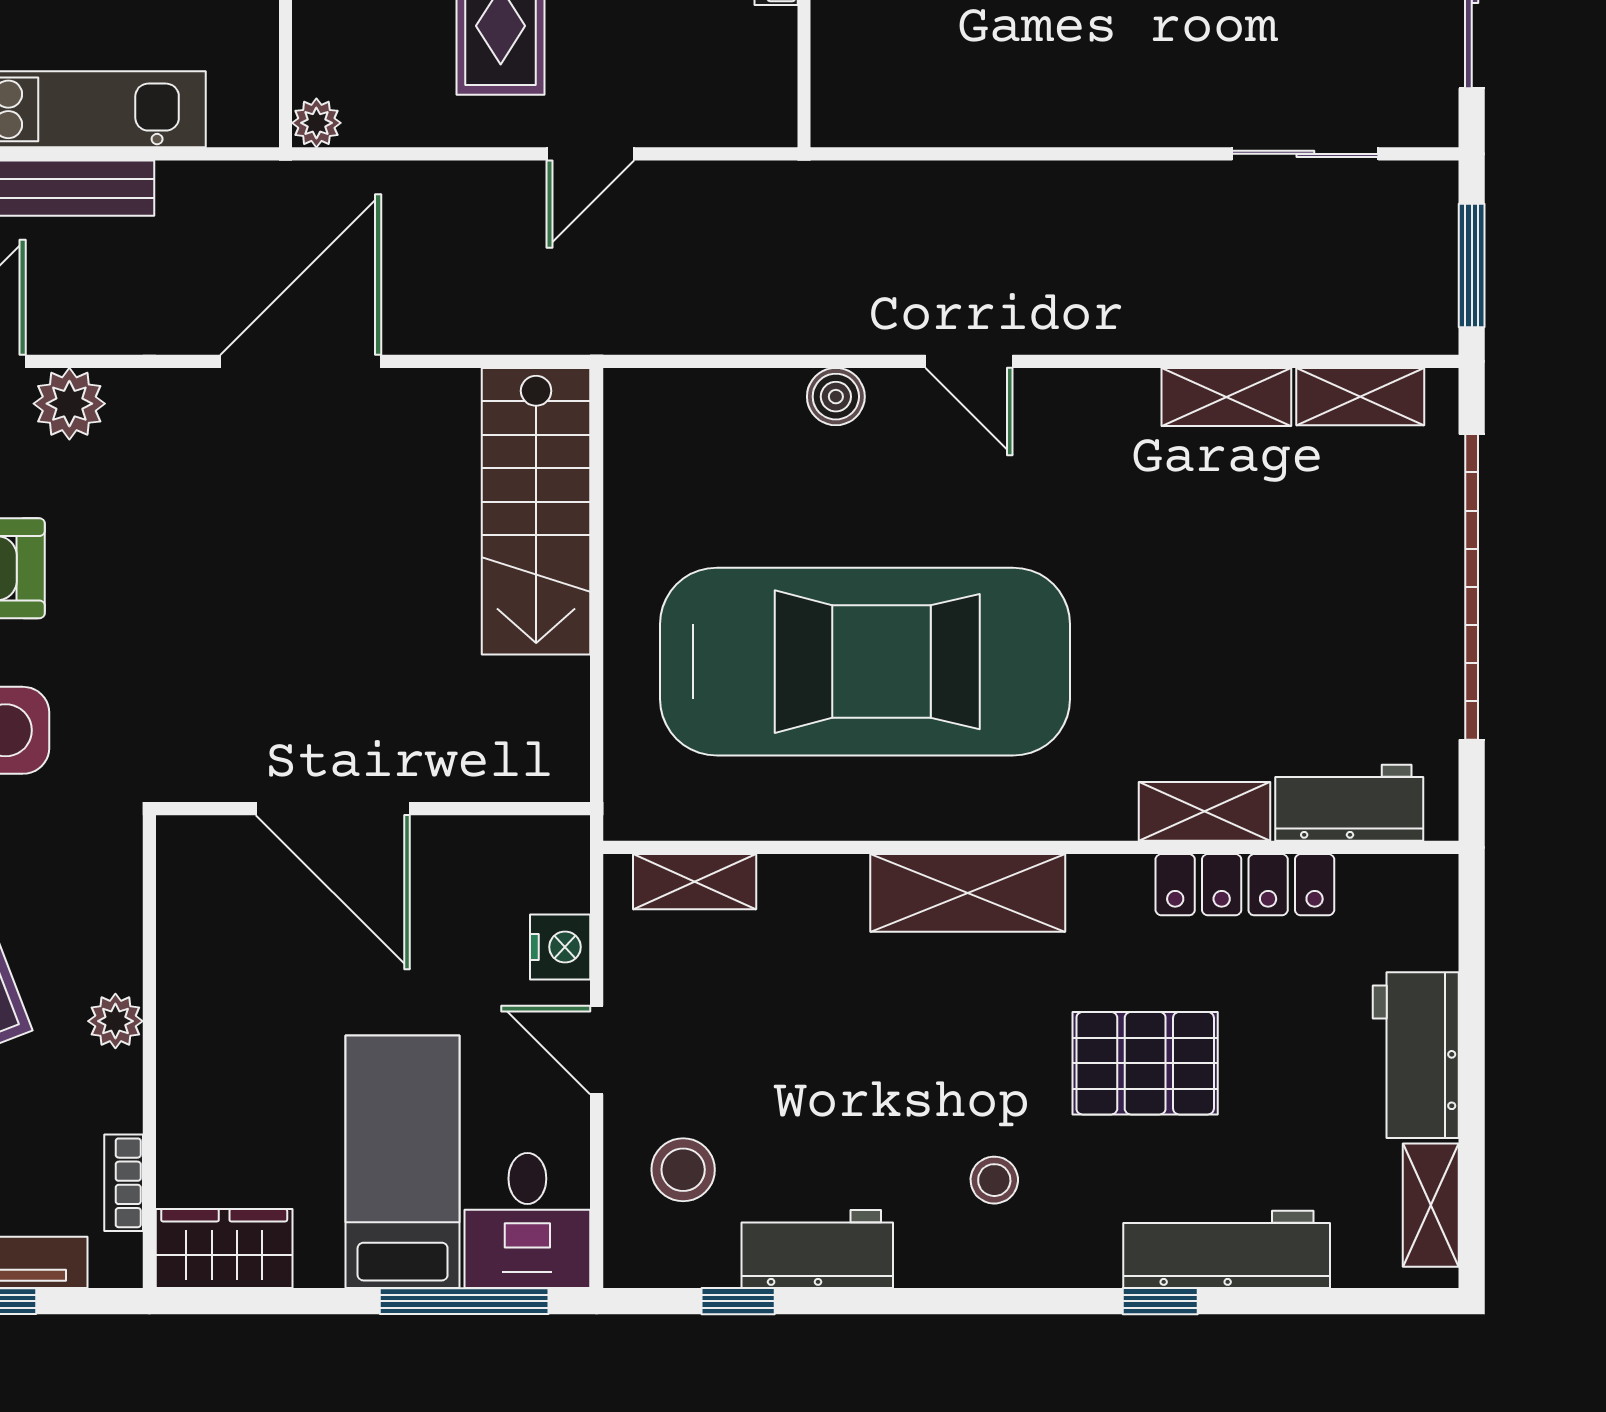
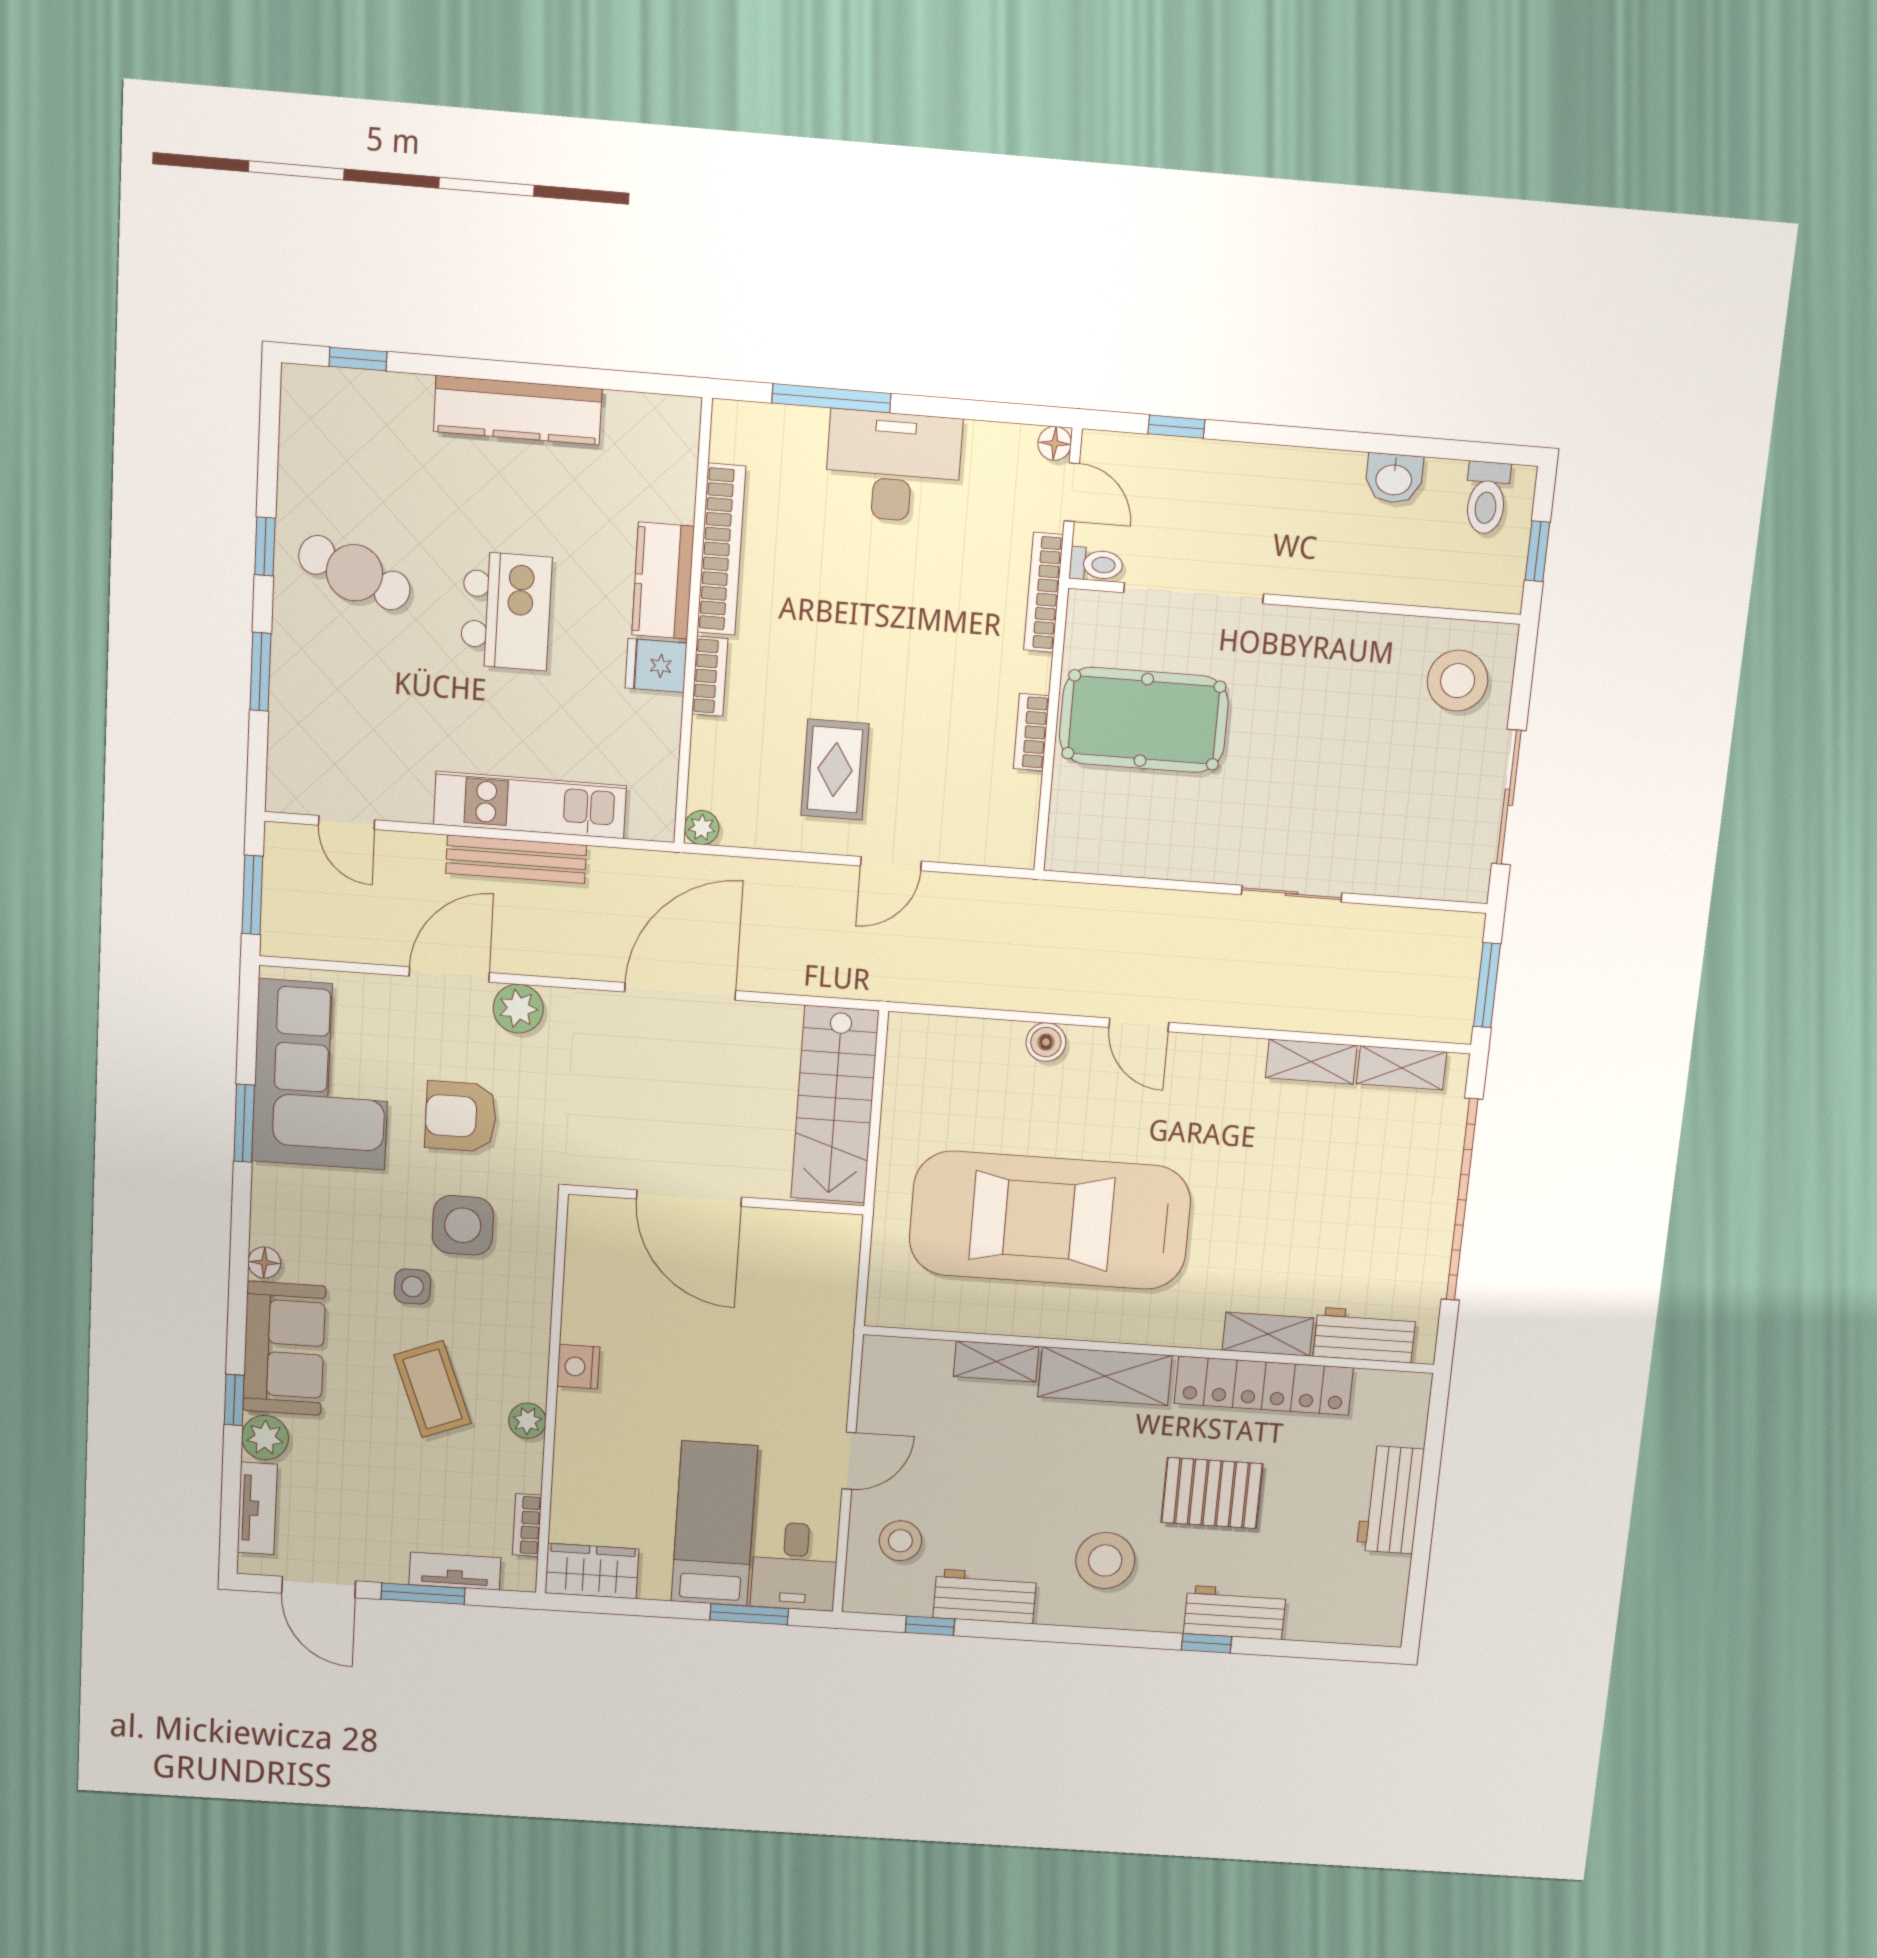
sliding door: (1305, 154) -> (1292, 894), moved
car: (865, 662) -> (1050, 1220), turned 180
door: (333, 809) -> (689, 1198), moved
wall: (373, 809) -> (716, 1200), moved
shelving: (695, 882) -> (996, 1361), moved
locker: (1245, 885) -> (1264, 1386), width x1.41, depth x1.21
nightstand: (560, 947) -> (578, 1367), moved, turned 180
door: (597, 1050) -> (849, 1461), swing flipped
stool: (994, 1180) -> (1105, 1560), width x1.89, depth x1.89
shelving: (1431, 1205) -> (1389, 1595), removed
workbench: (1227, 1249) -> (1235, 1613), width x0.73
window: (464, 1301) -> (749, 1614), width x0.69

